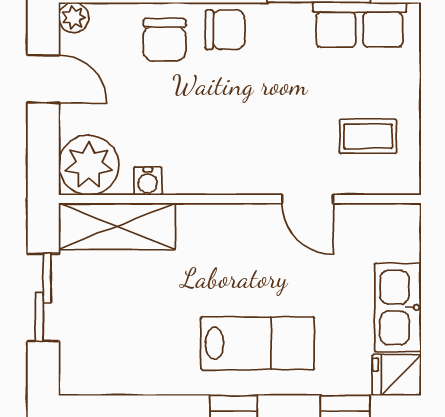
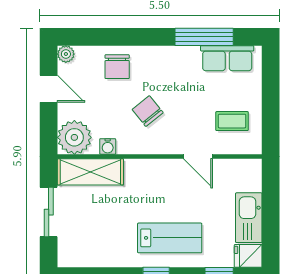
chair: (225, 30) -> (148, 111), moved, turned -129

